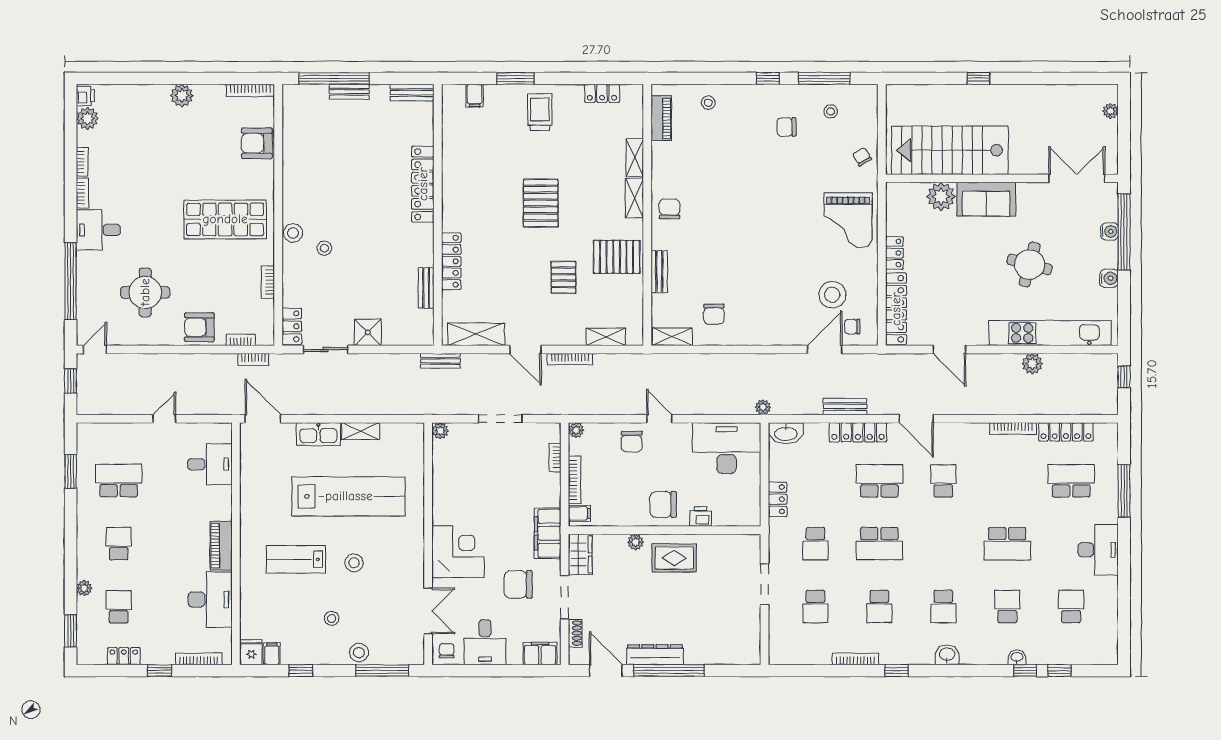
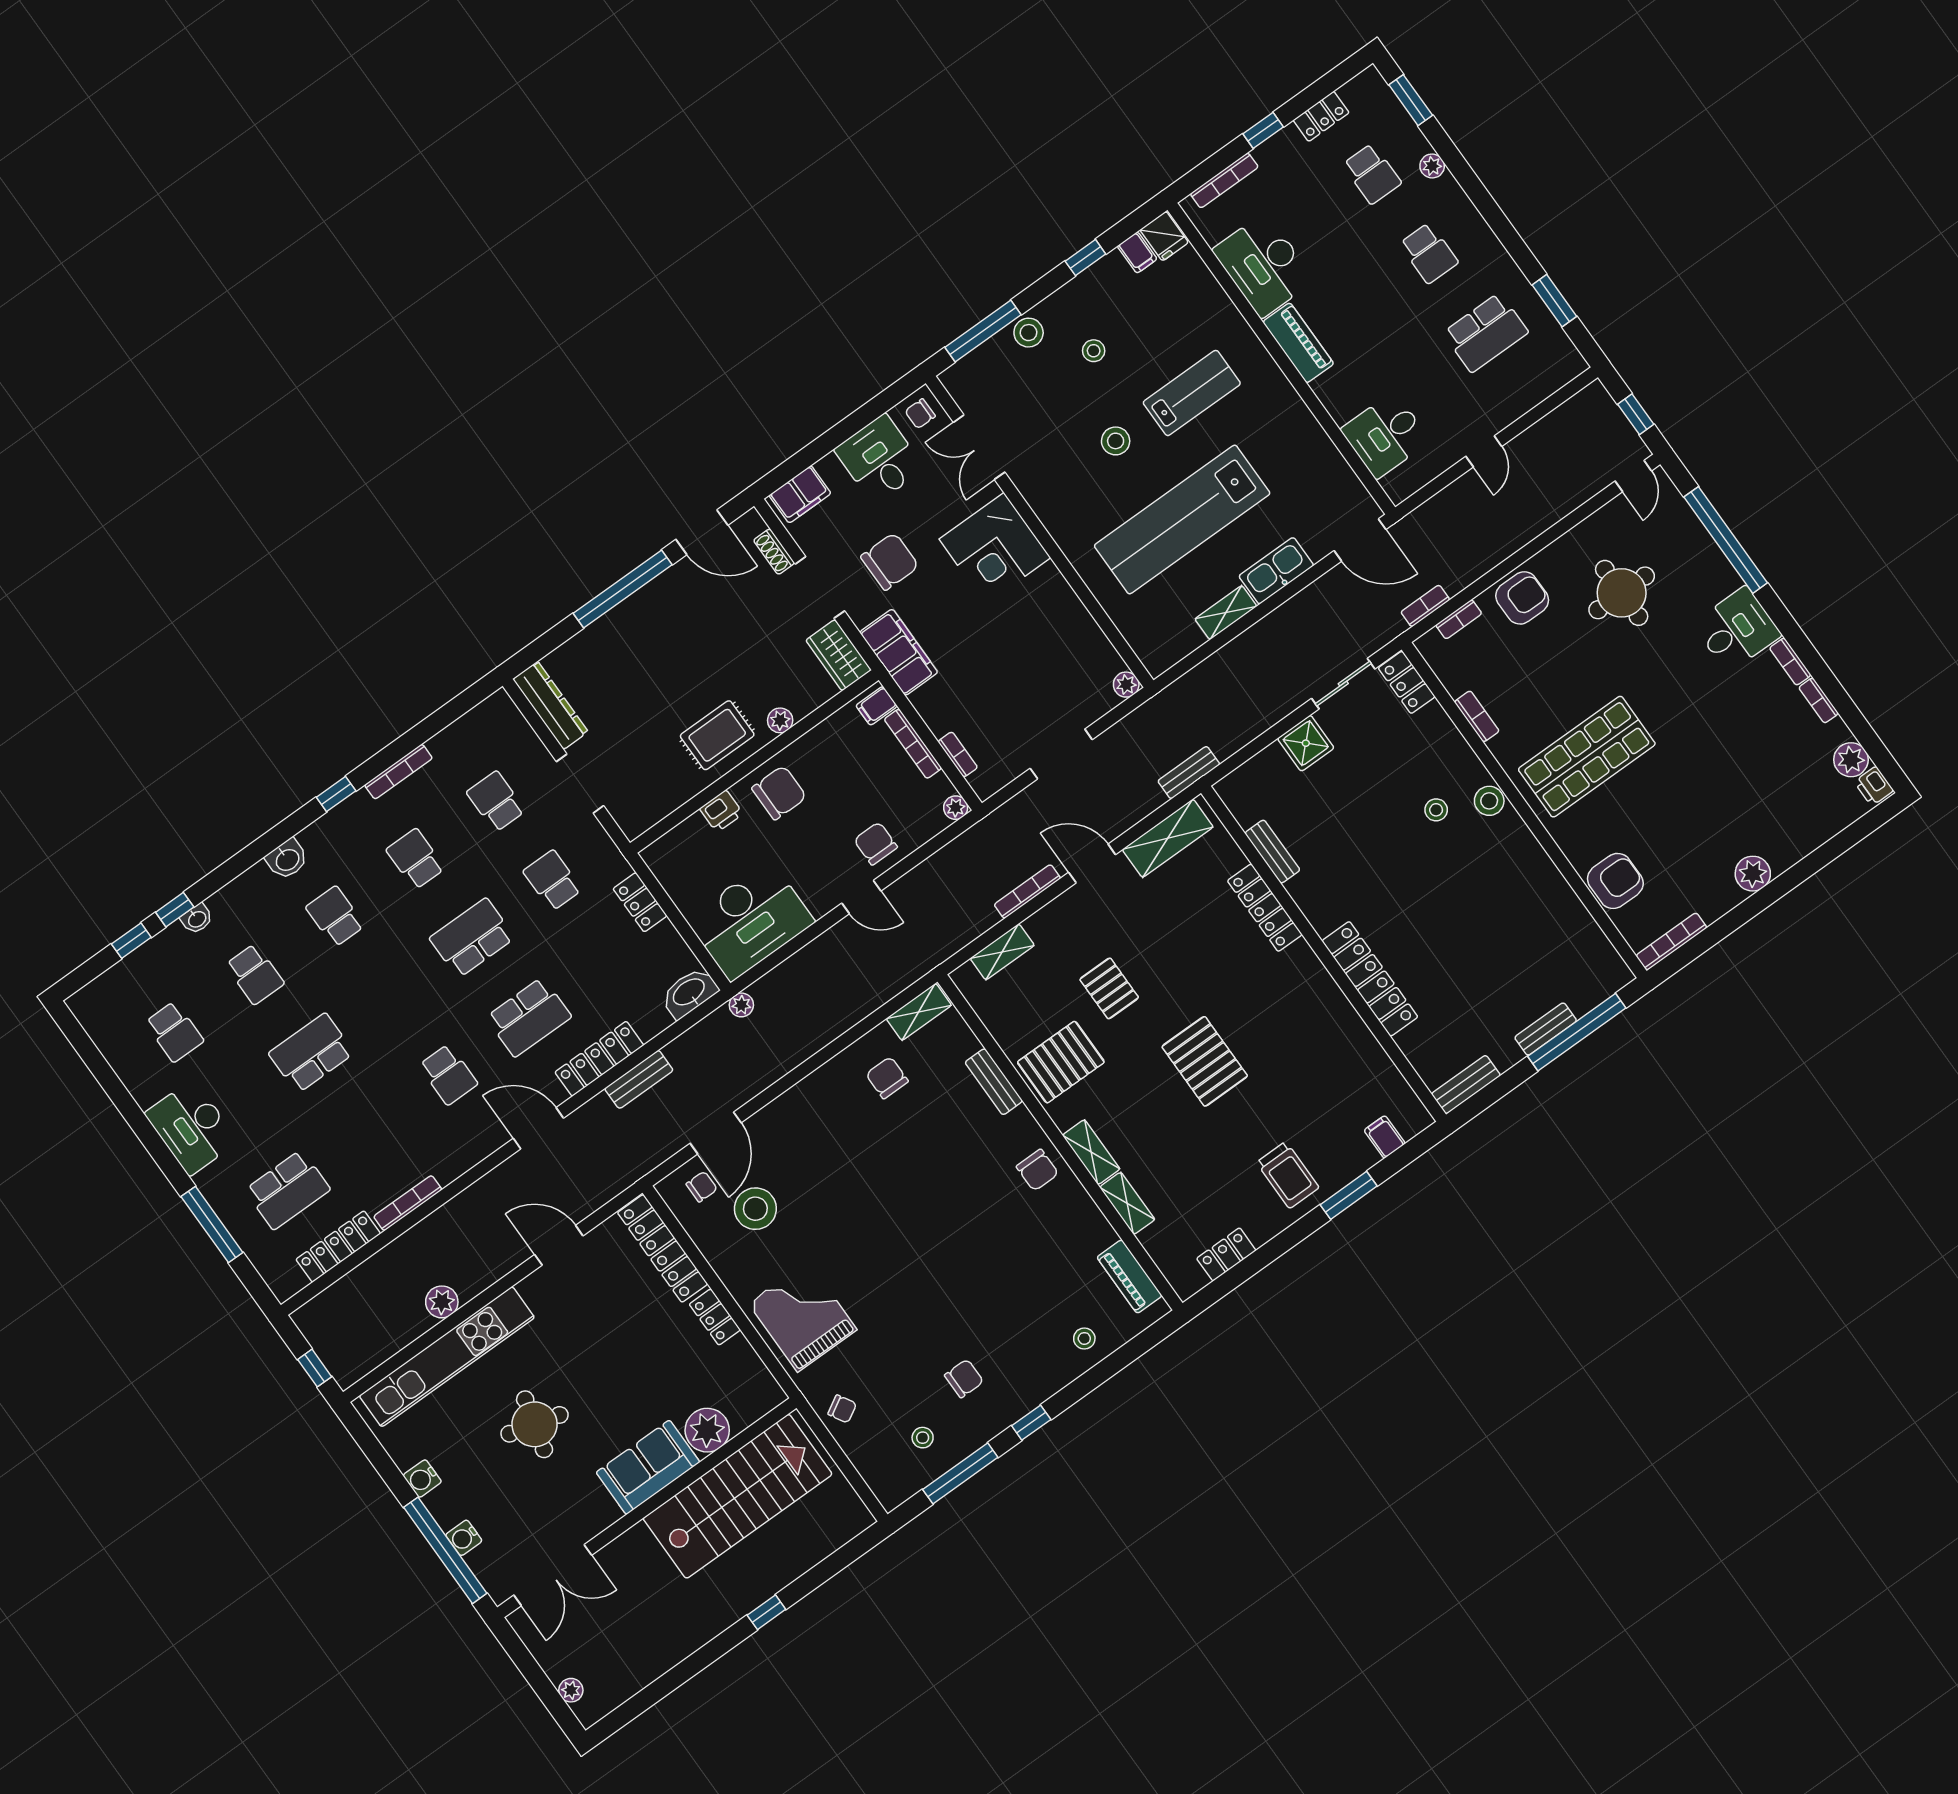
chair: (447, 651) -> (920, 414), turned 90
dresser: (655, 655) -> (551, 705), moved, turned -90

